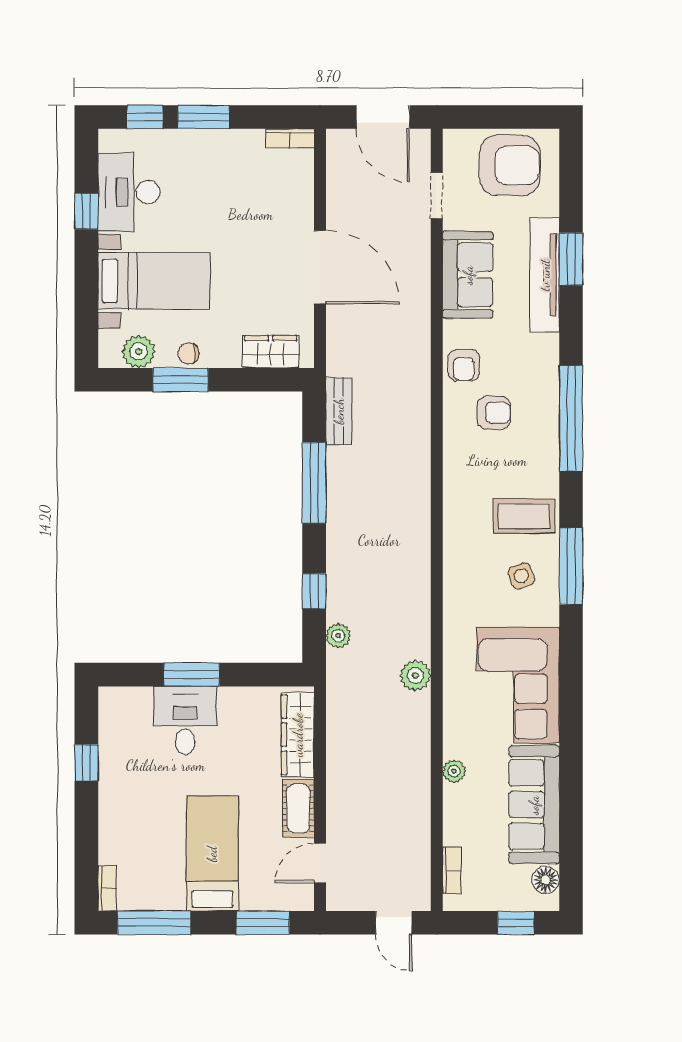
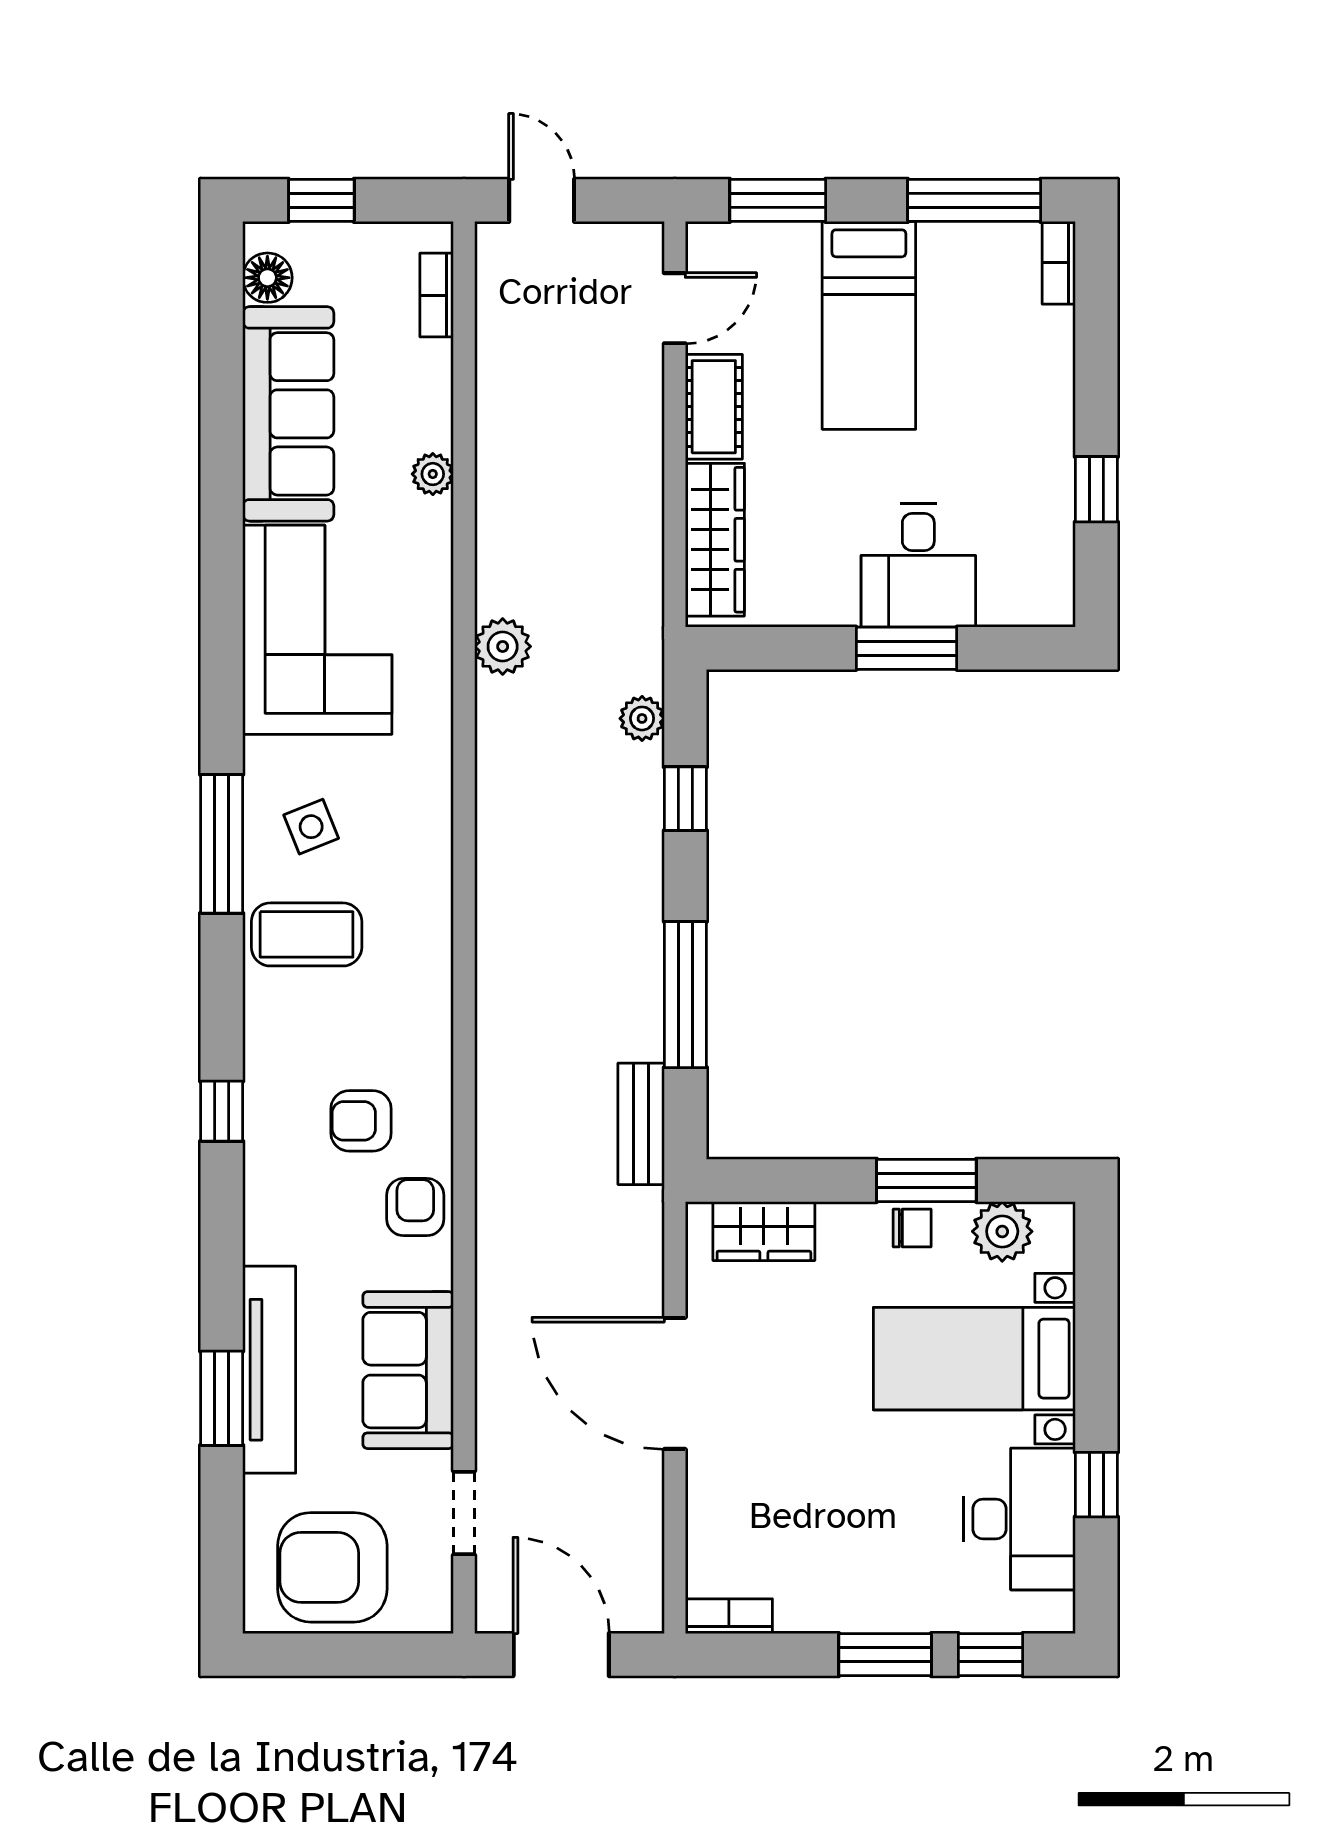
window: (571, 418) -> (222, 1111), width x0.32

